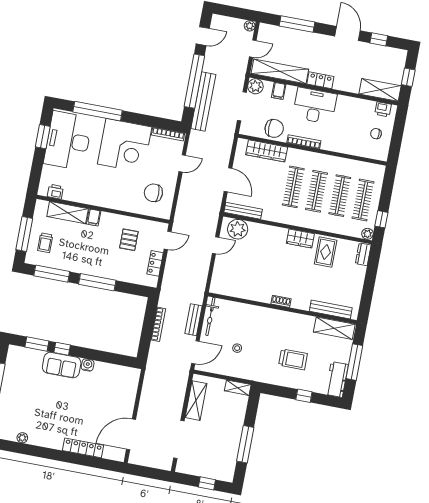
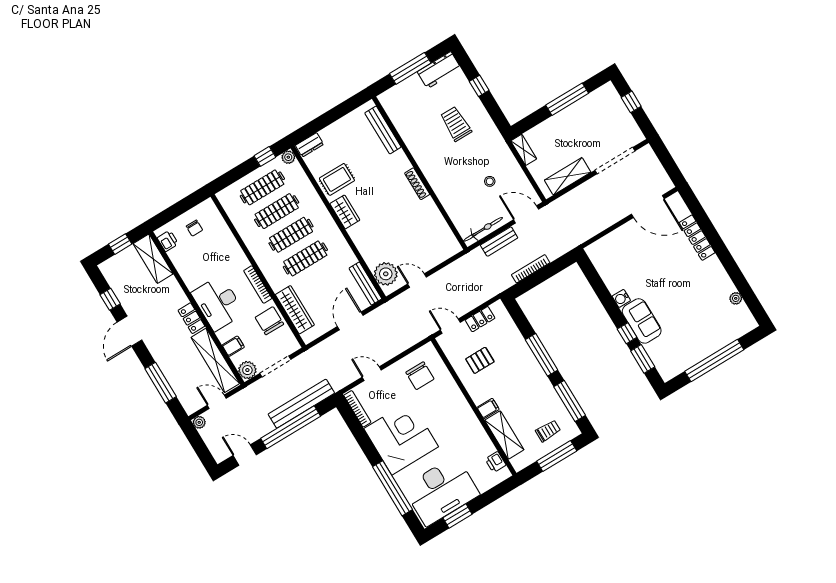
shoe rack: (281, 301) -> (417, 184), width x1.43
shelving: (334, 328) -> (396, 112), removed

